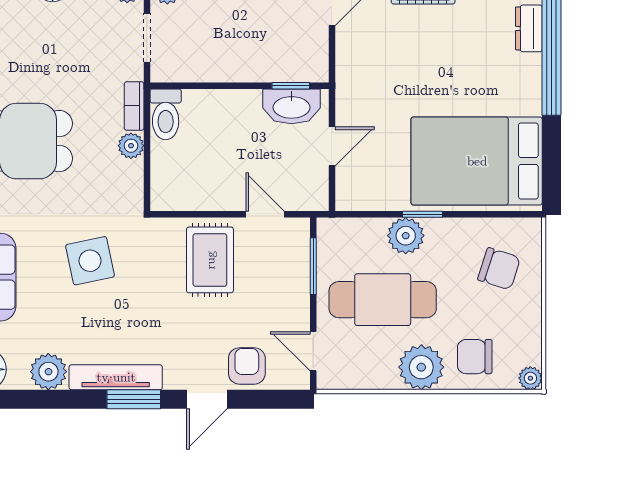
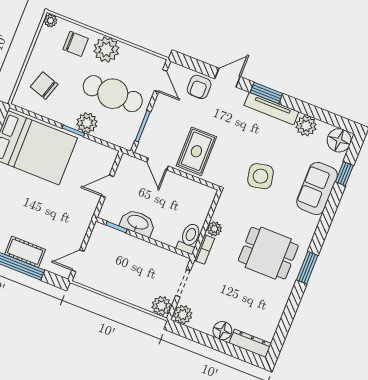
washbasin: (292, 106) -> (138, 223), moved

